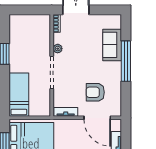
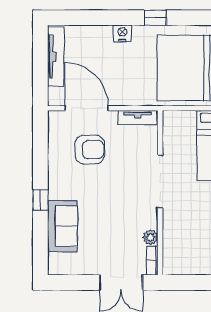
plant: (58, 49) -> (150, 237), moved
window: (126, 61) -> (40, 200), width x0.32

